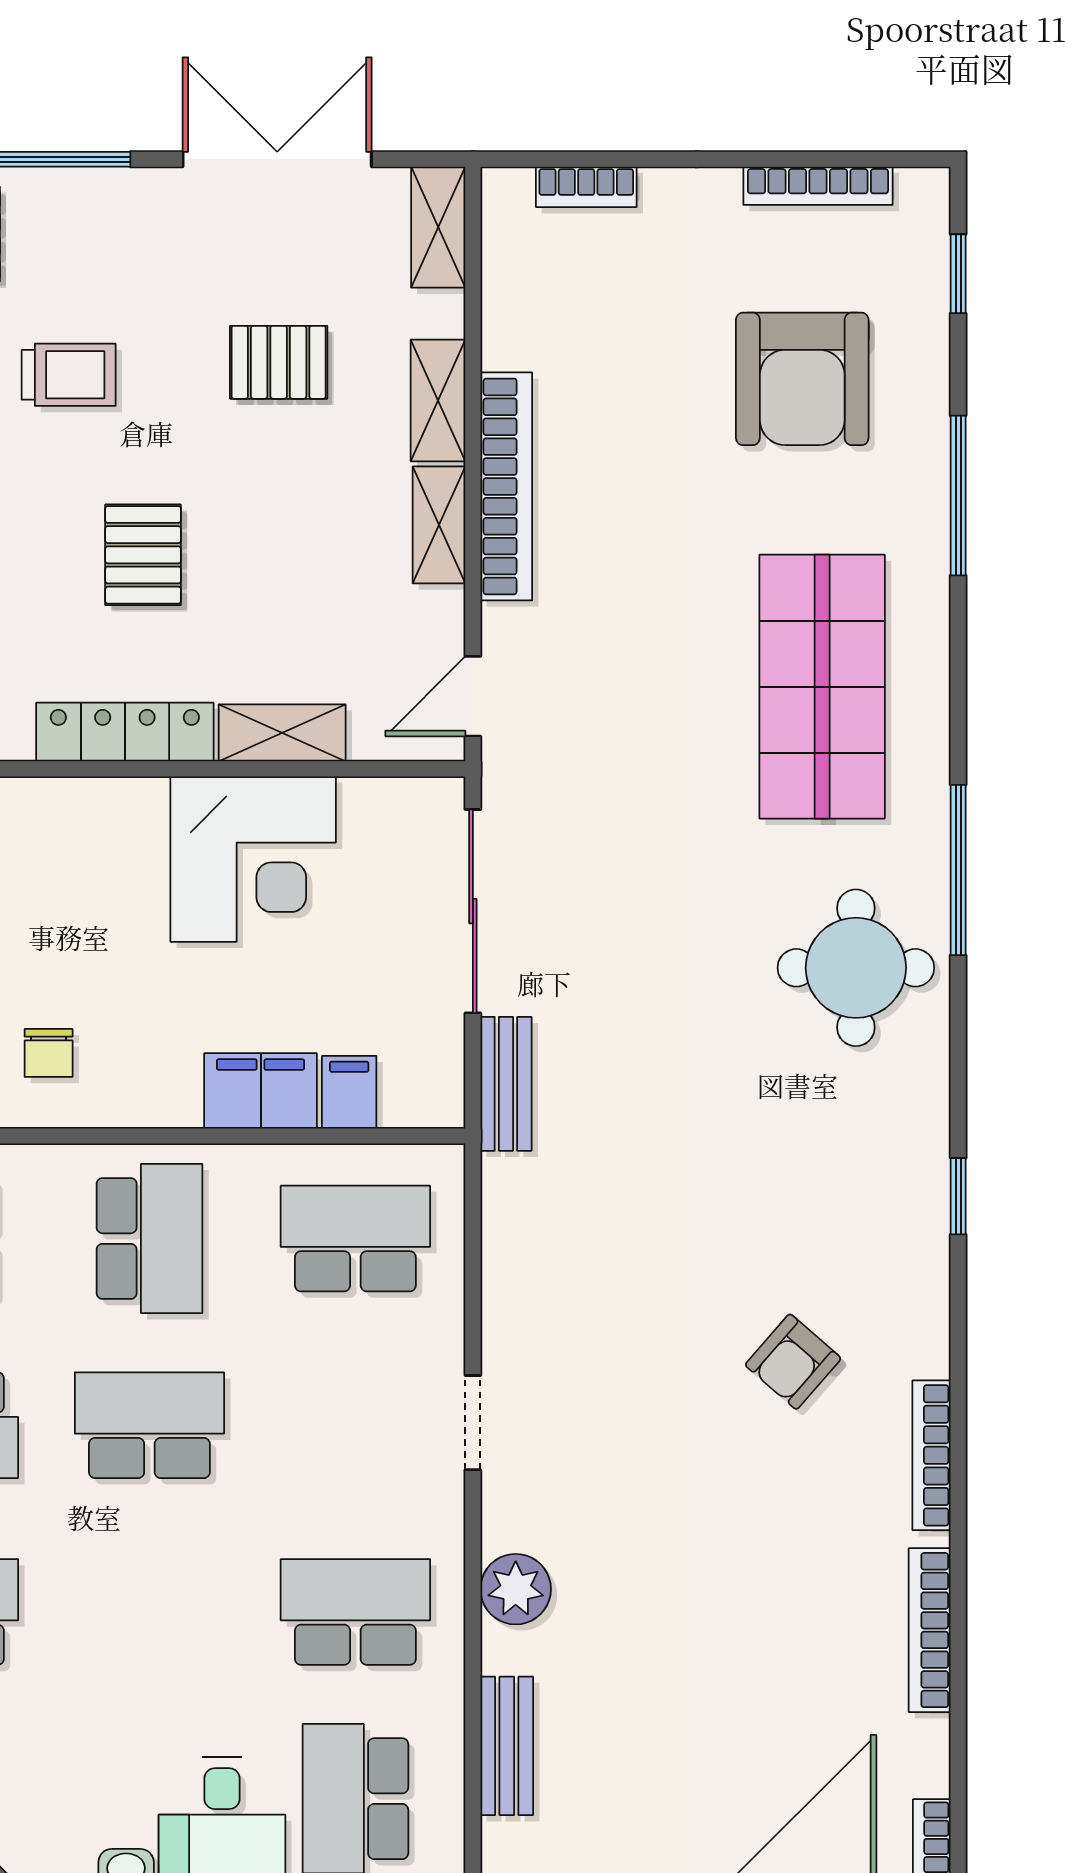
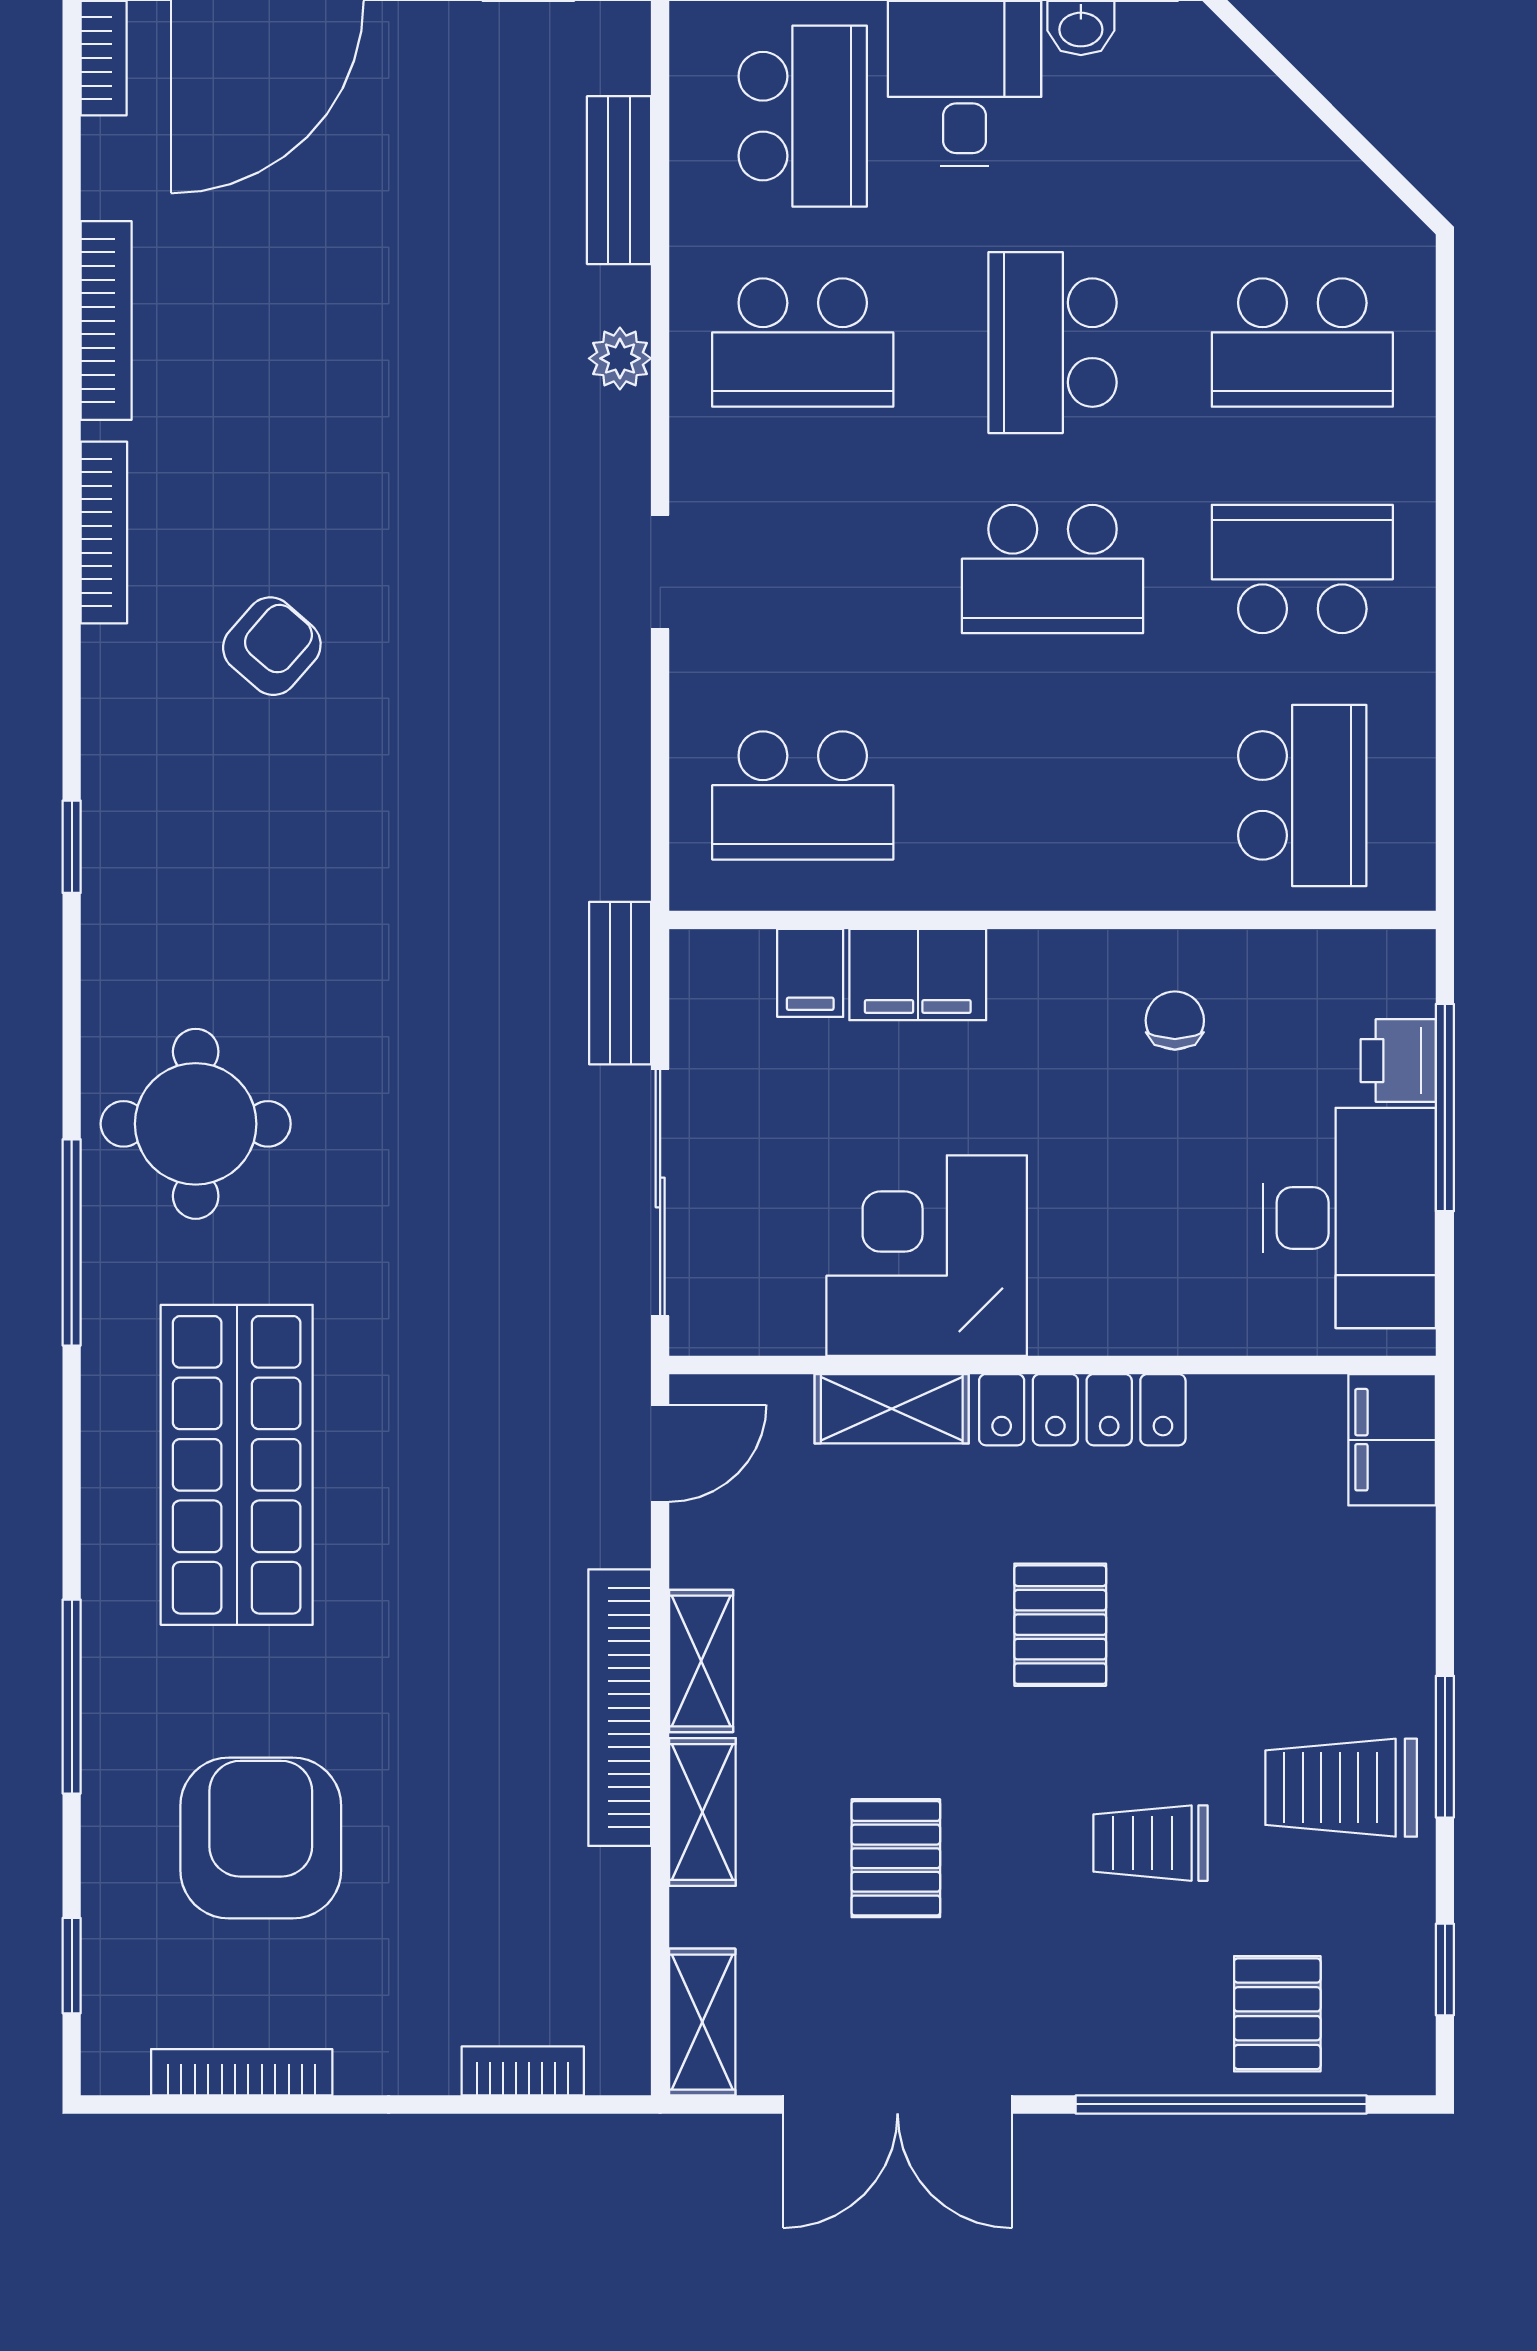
pallet: (279, 362) -> (896, 1858), turned 90
school desk: (149, 1239) -> (1053, 343), moved
plant: (516, 1589) -> (620, 358), width x0.73, depth x0.73

